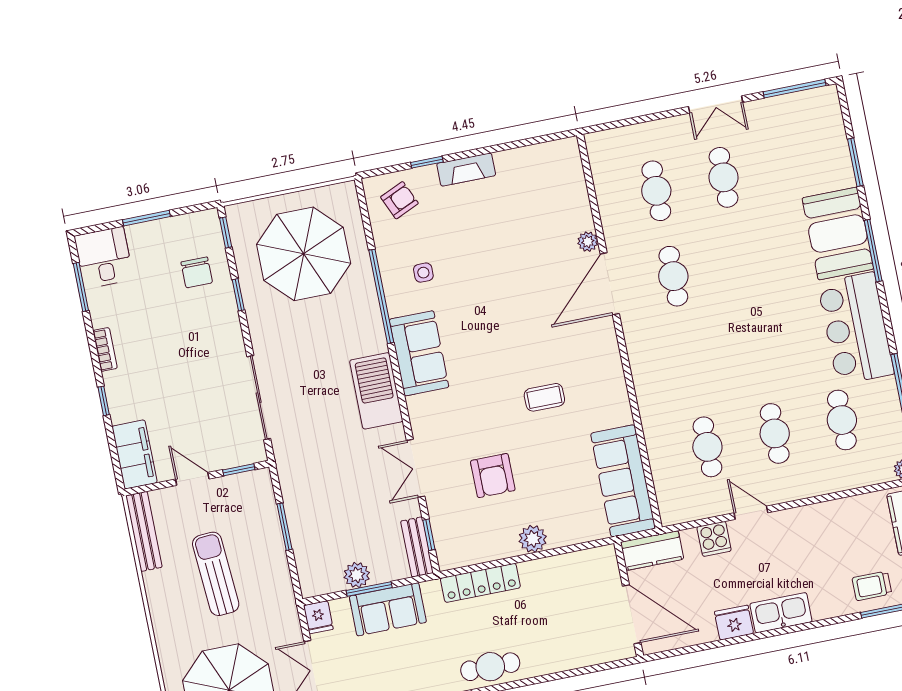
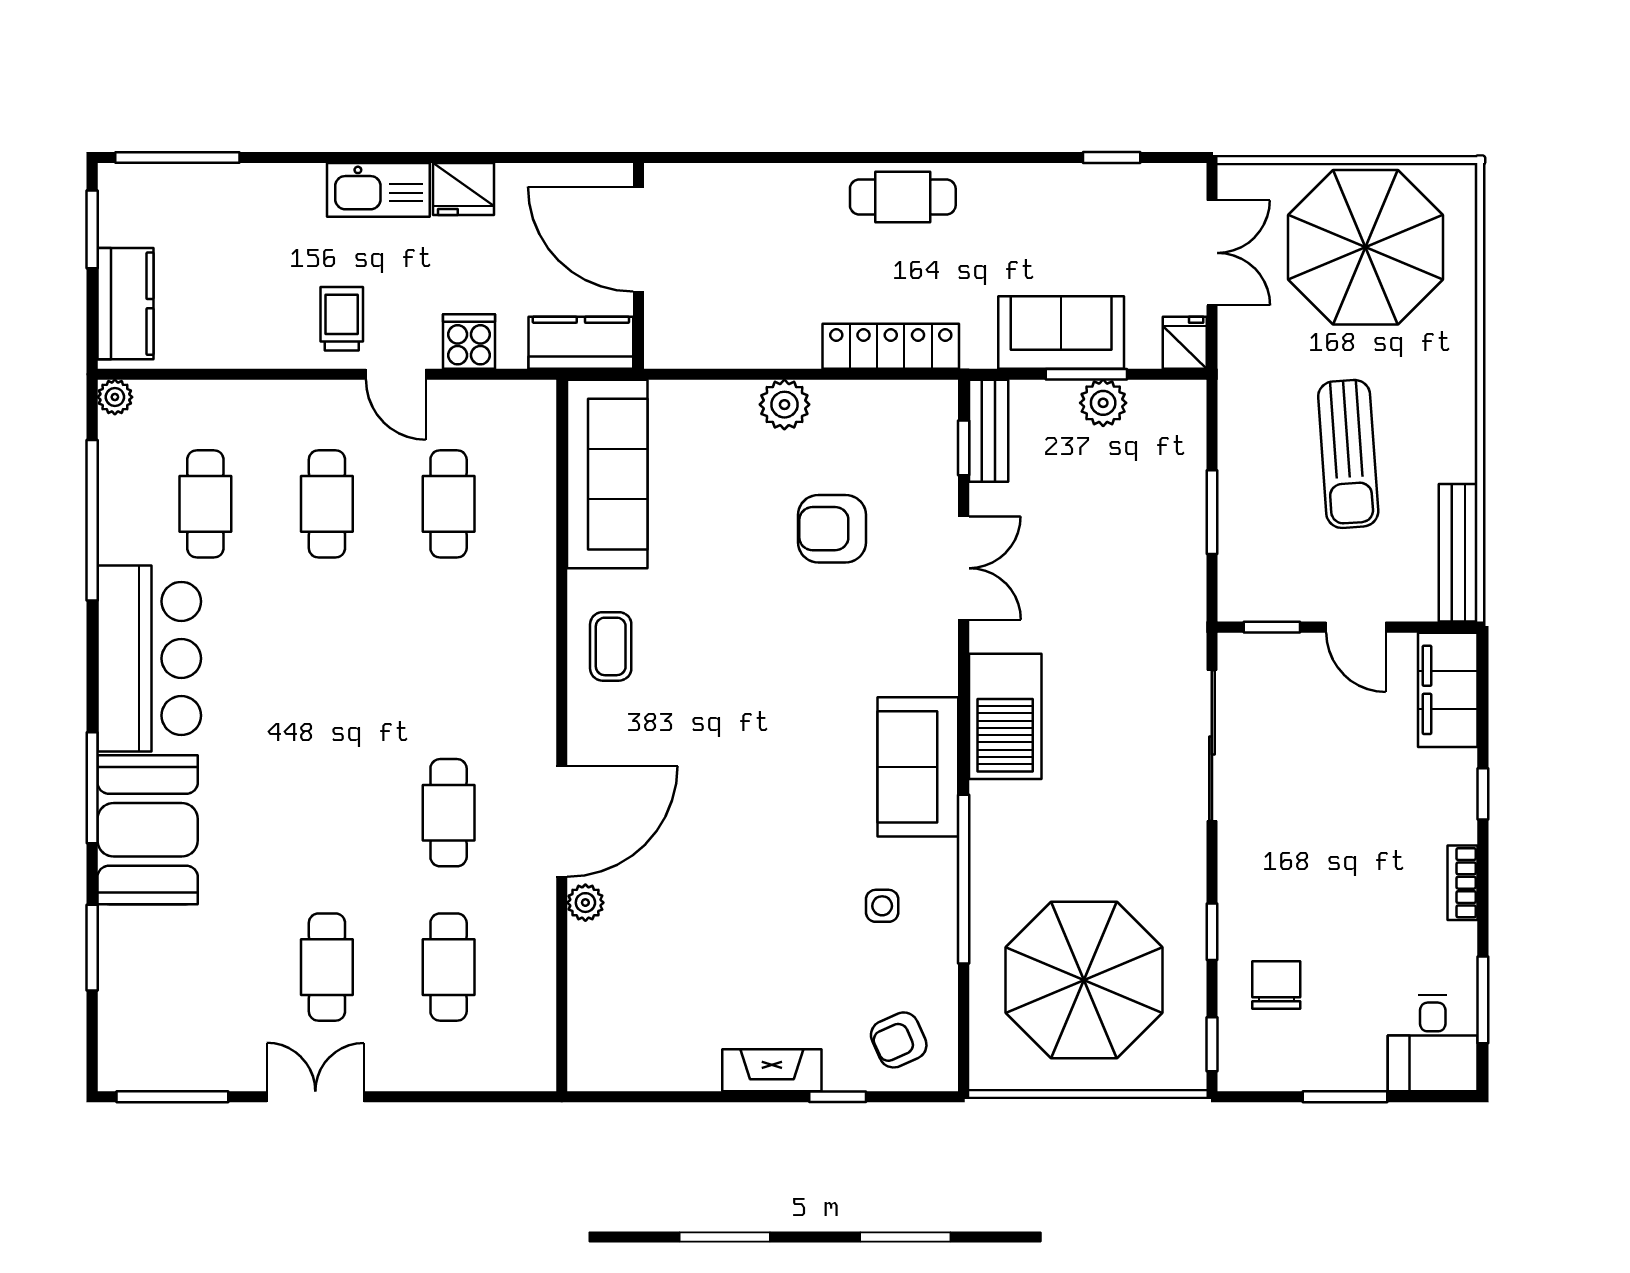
coffee table: (544, 397) -> (611, 646), moved, turned 90
armchair: (493, 476) -> (832, 529), turned -90
trolley: (872, 586) -> (342, 319), moved, turned -90

